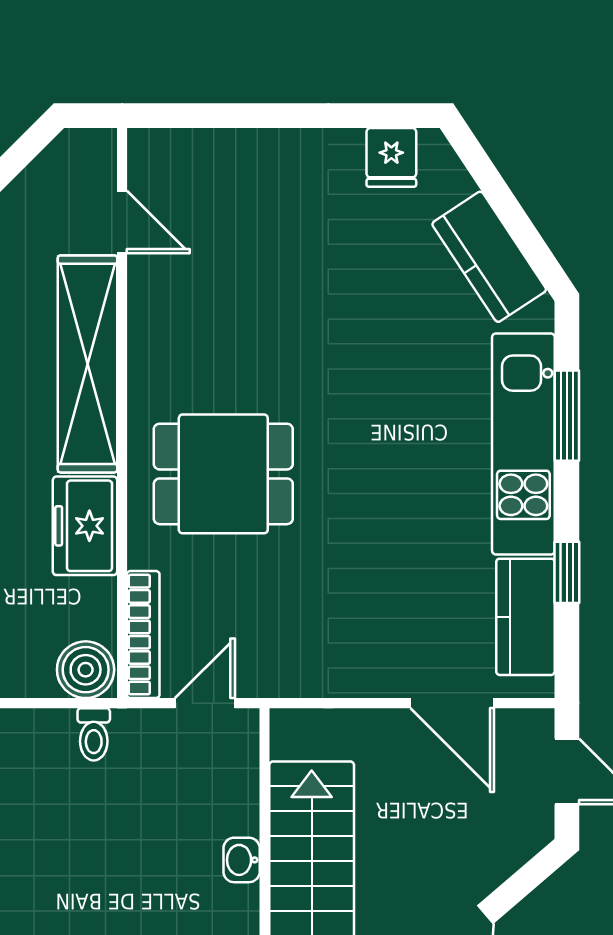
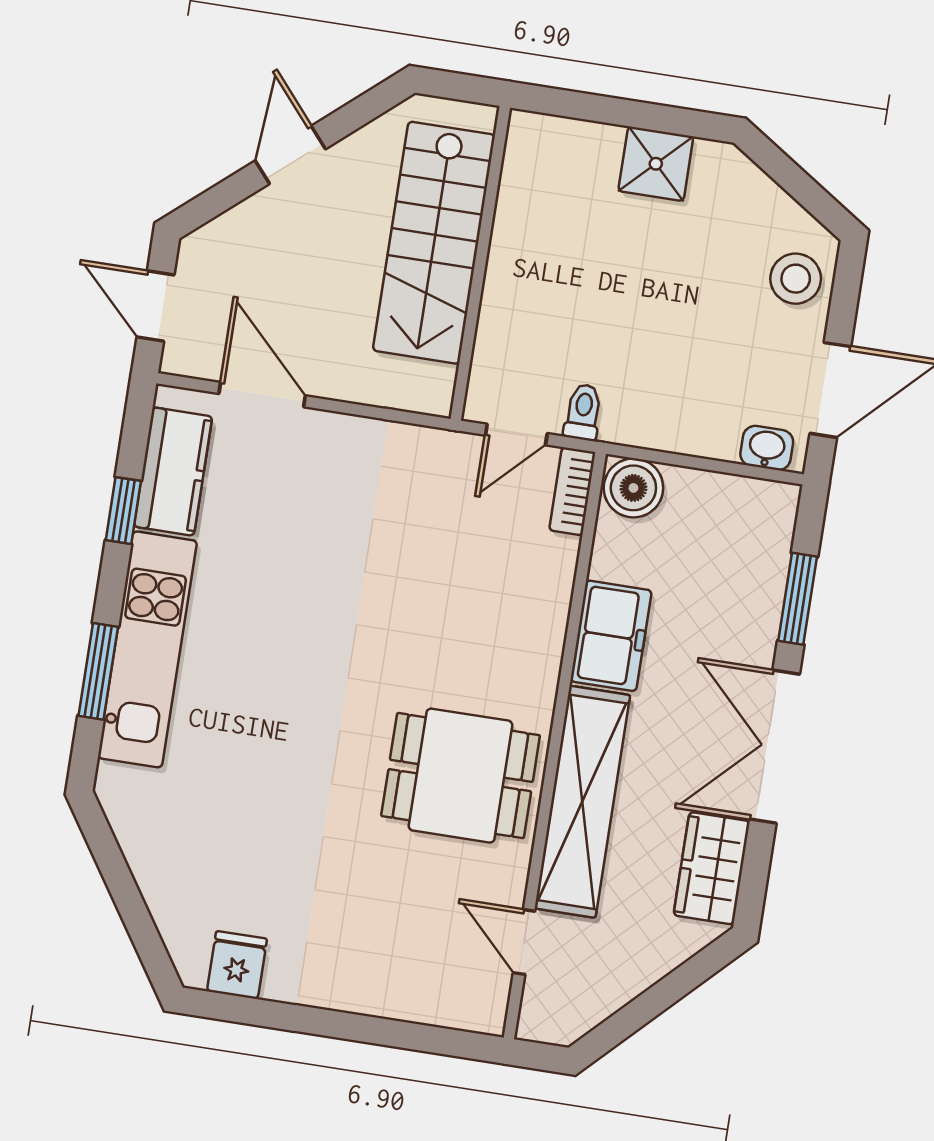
kitchen counter: (489, 257) -> (152, 847), removed
dining table: (223, 474) -> (461, 776), moved
bookcase: (143, 635) -> (572, 491), width x0.64
toilet: (94, 734) -> (583, 412), moved
washbasin: (242, 860) -> (504, 267), removed

